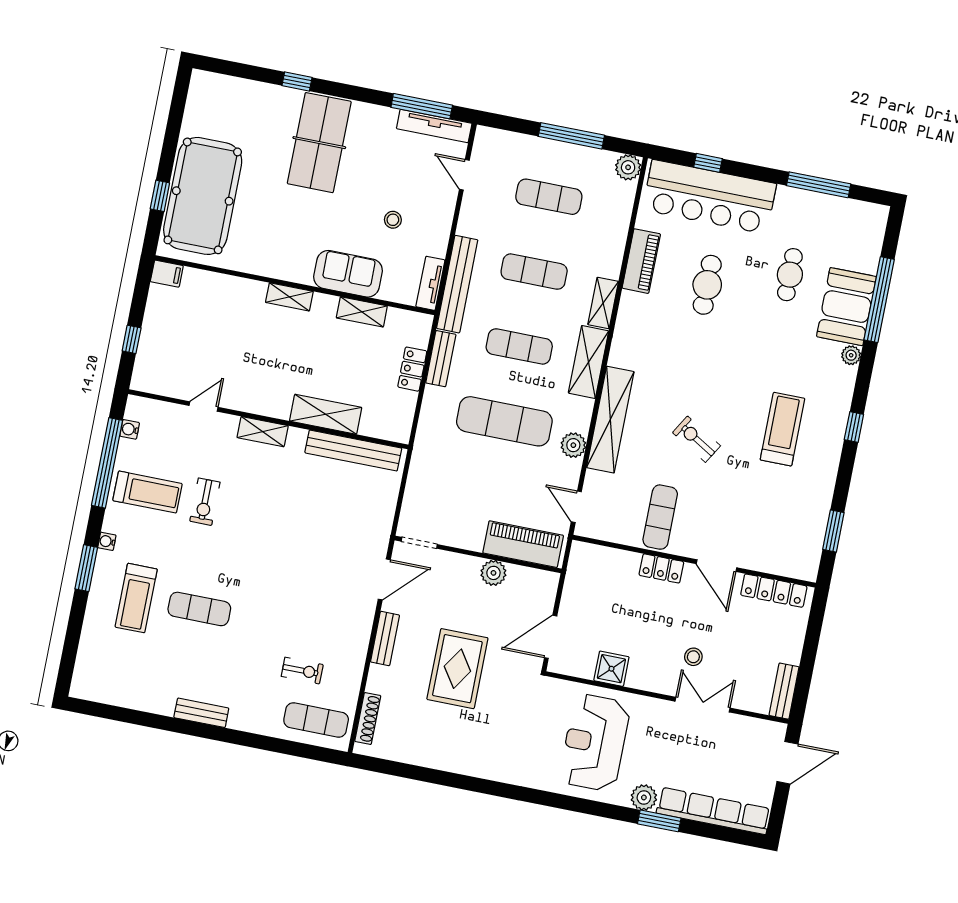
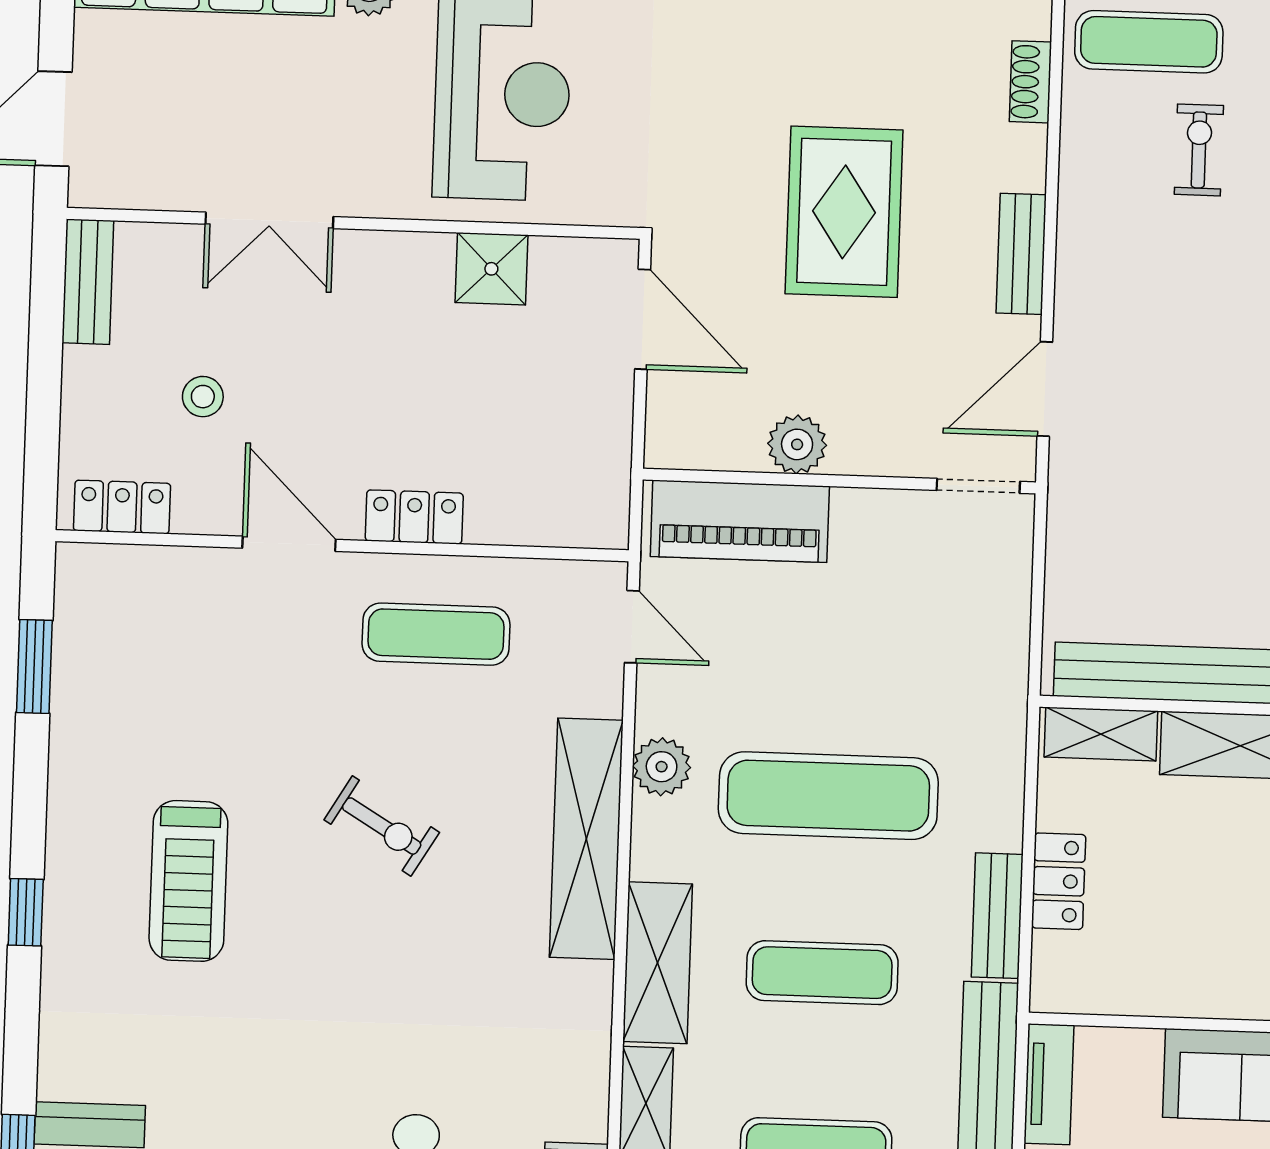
shelving: (362, 312) -> (1101, 734), moved
plant: (851, 355) -> (59, 1076), removed
exercise mat: (660, 517) -> (436, 634), turned 90
locker: (774, 591) -> (122, 507), width x0.66
door: (551, 637) -> (643, 319), hinge flipped
stool: (693, 657) -> (203, 397), moved
exercise bike: (302, 671) -> (1199, 150), turned 90
shoe rack: (368, 718) -> (1030, 82), width x0.70

